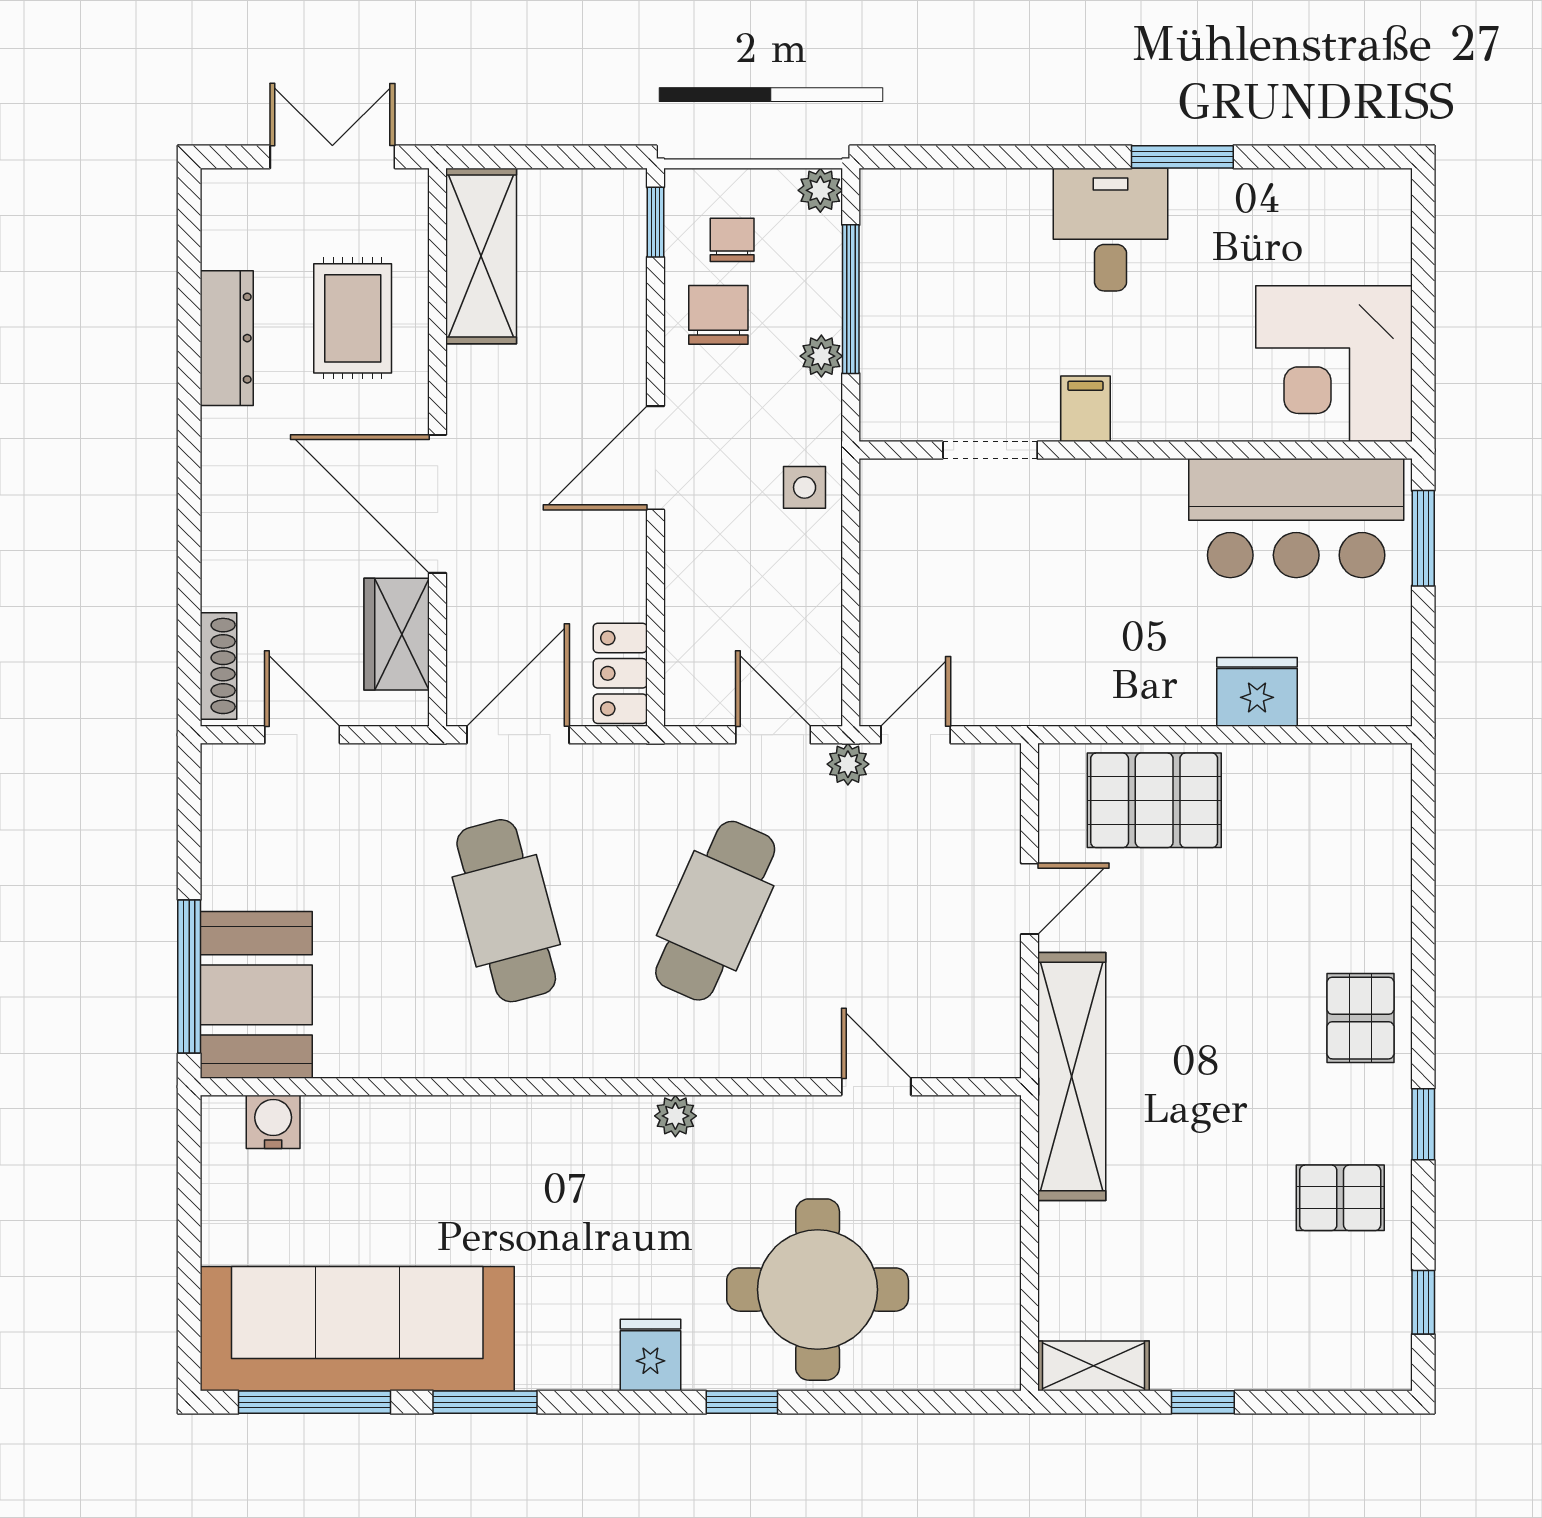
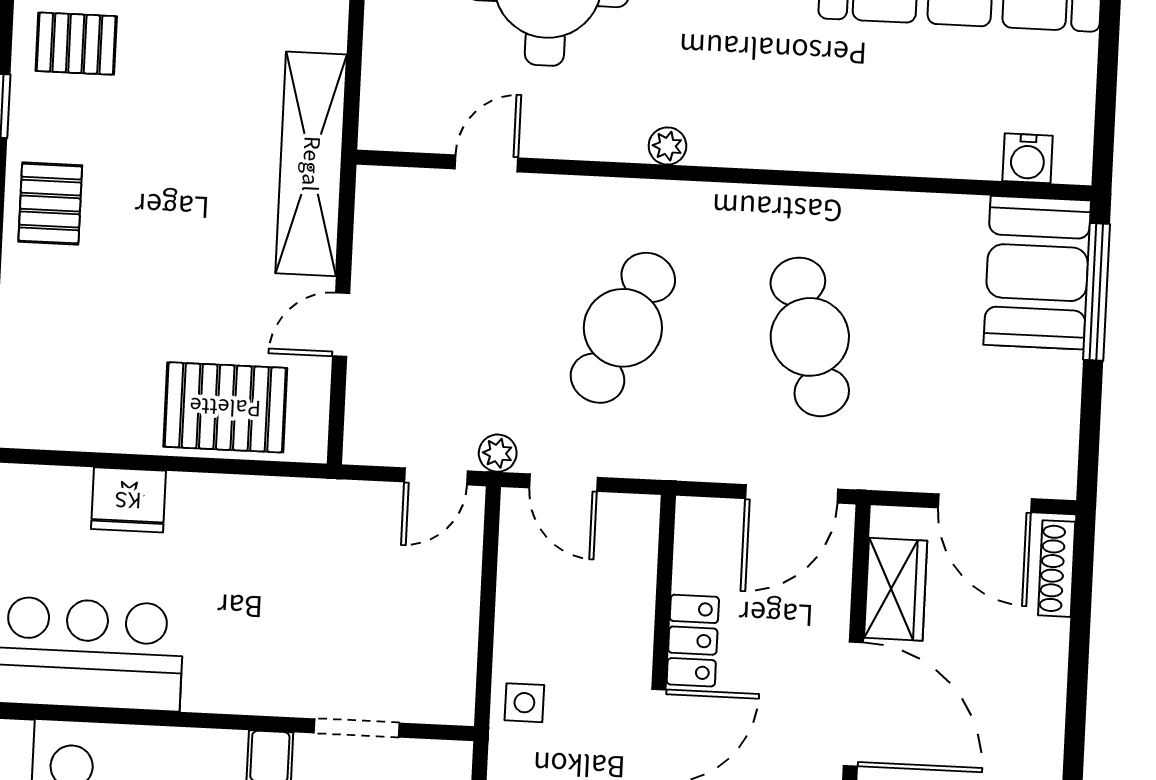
locker: (620, 673) -> (693, 641), moved
door: (302, 735) -> (985, 503), width x1.38
door: (876, 1087) -> (486, 163), swing flipped

